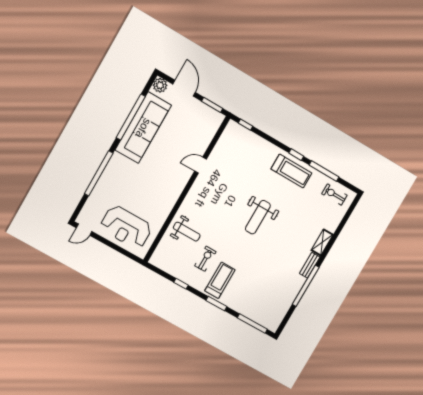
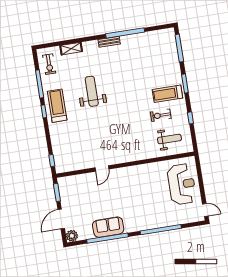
sofa: (143, 128) -> (108, 227), width x0.54, depth x0.79
door: (200, 165) -> (102, 168), hinge flipped
weight bench: (258, 217) -> (92, 91), moved, turned -90
weight bench: (187, 232) -> (169, 139), moved, turned 90
shelving: (322, 242) -> (71, 49), moved

